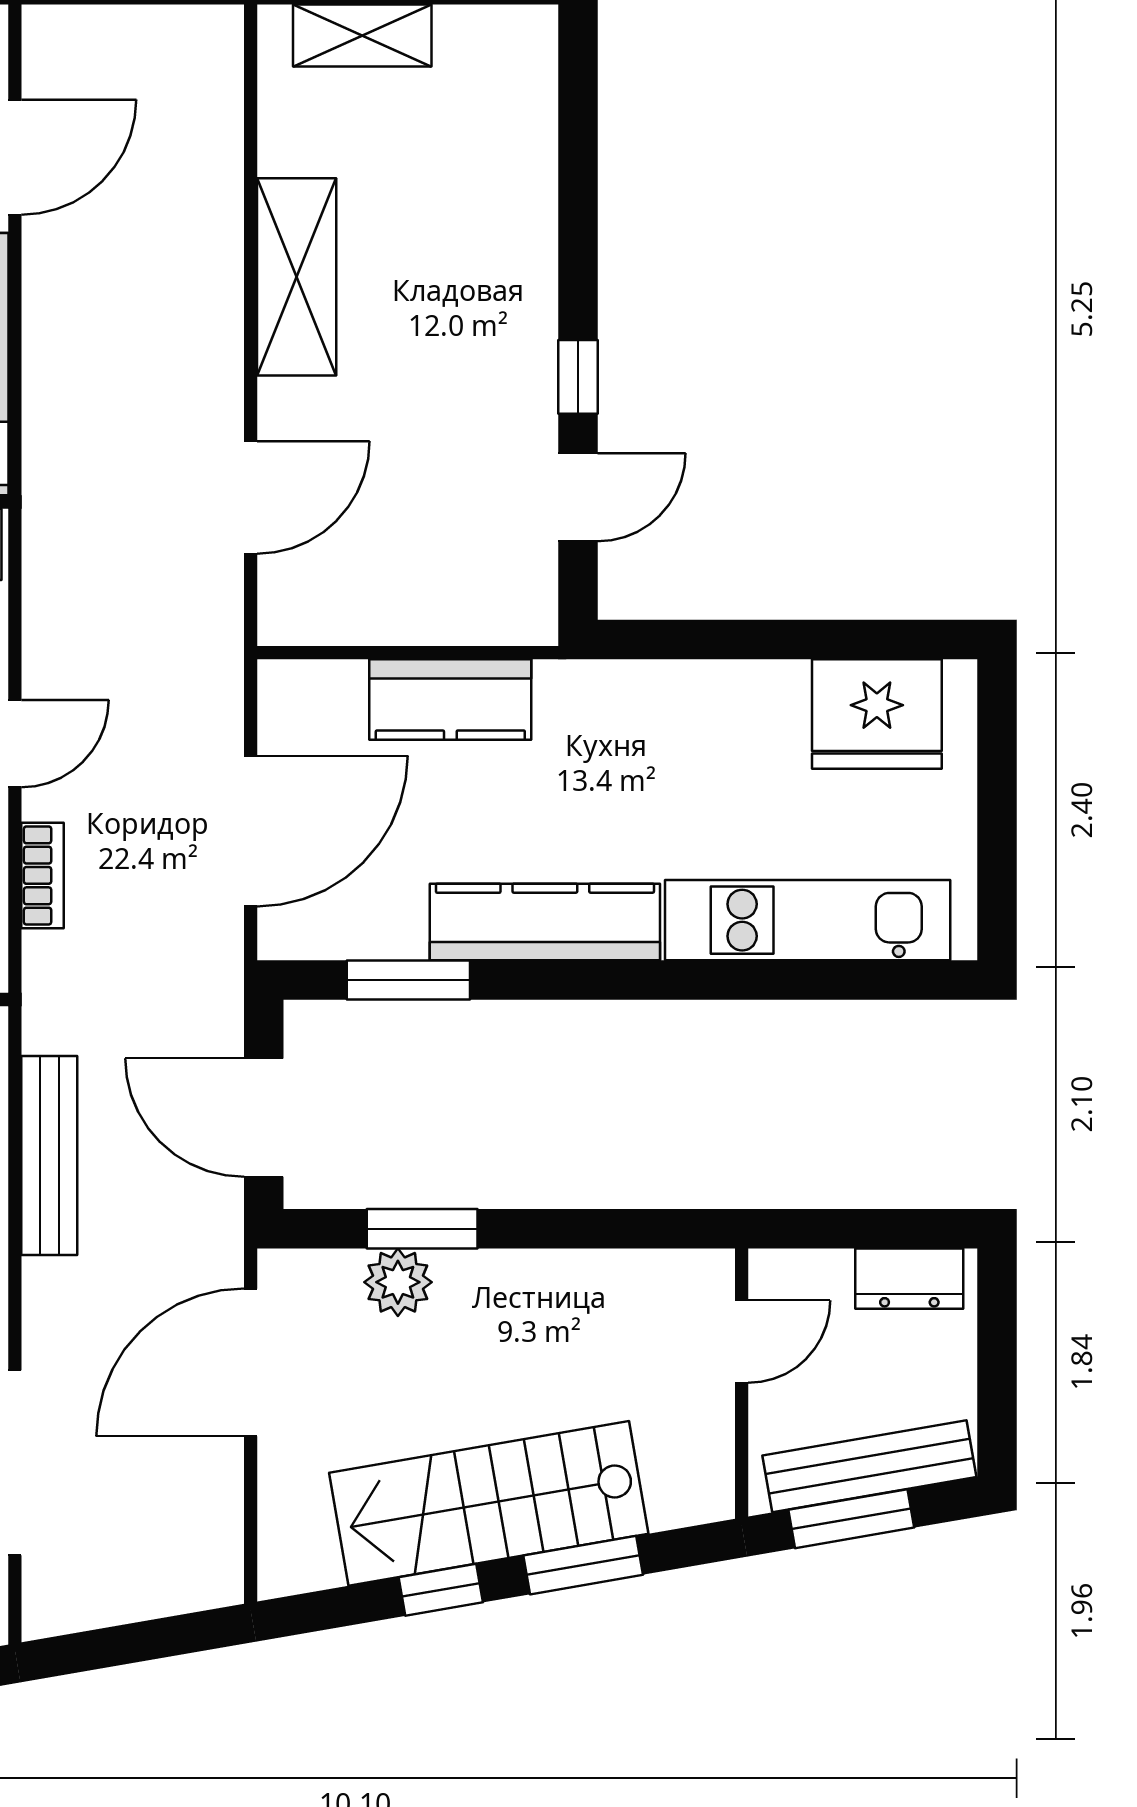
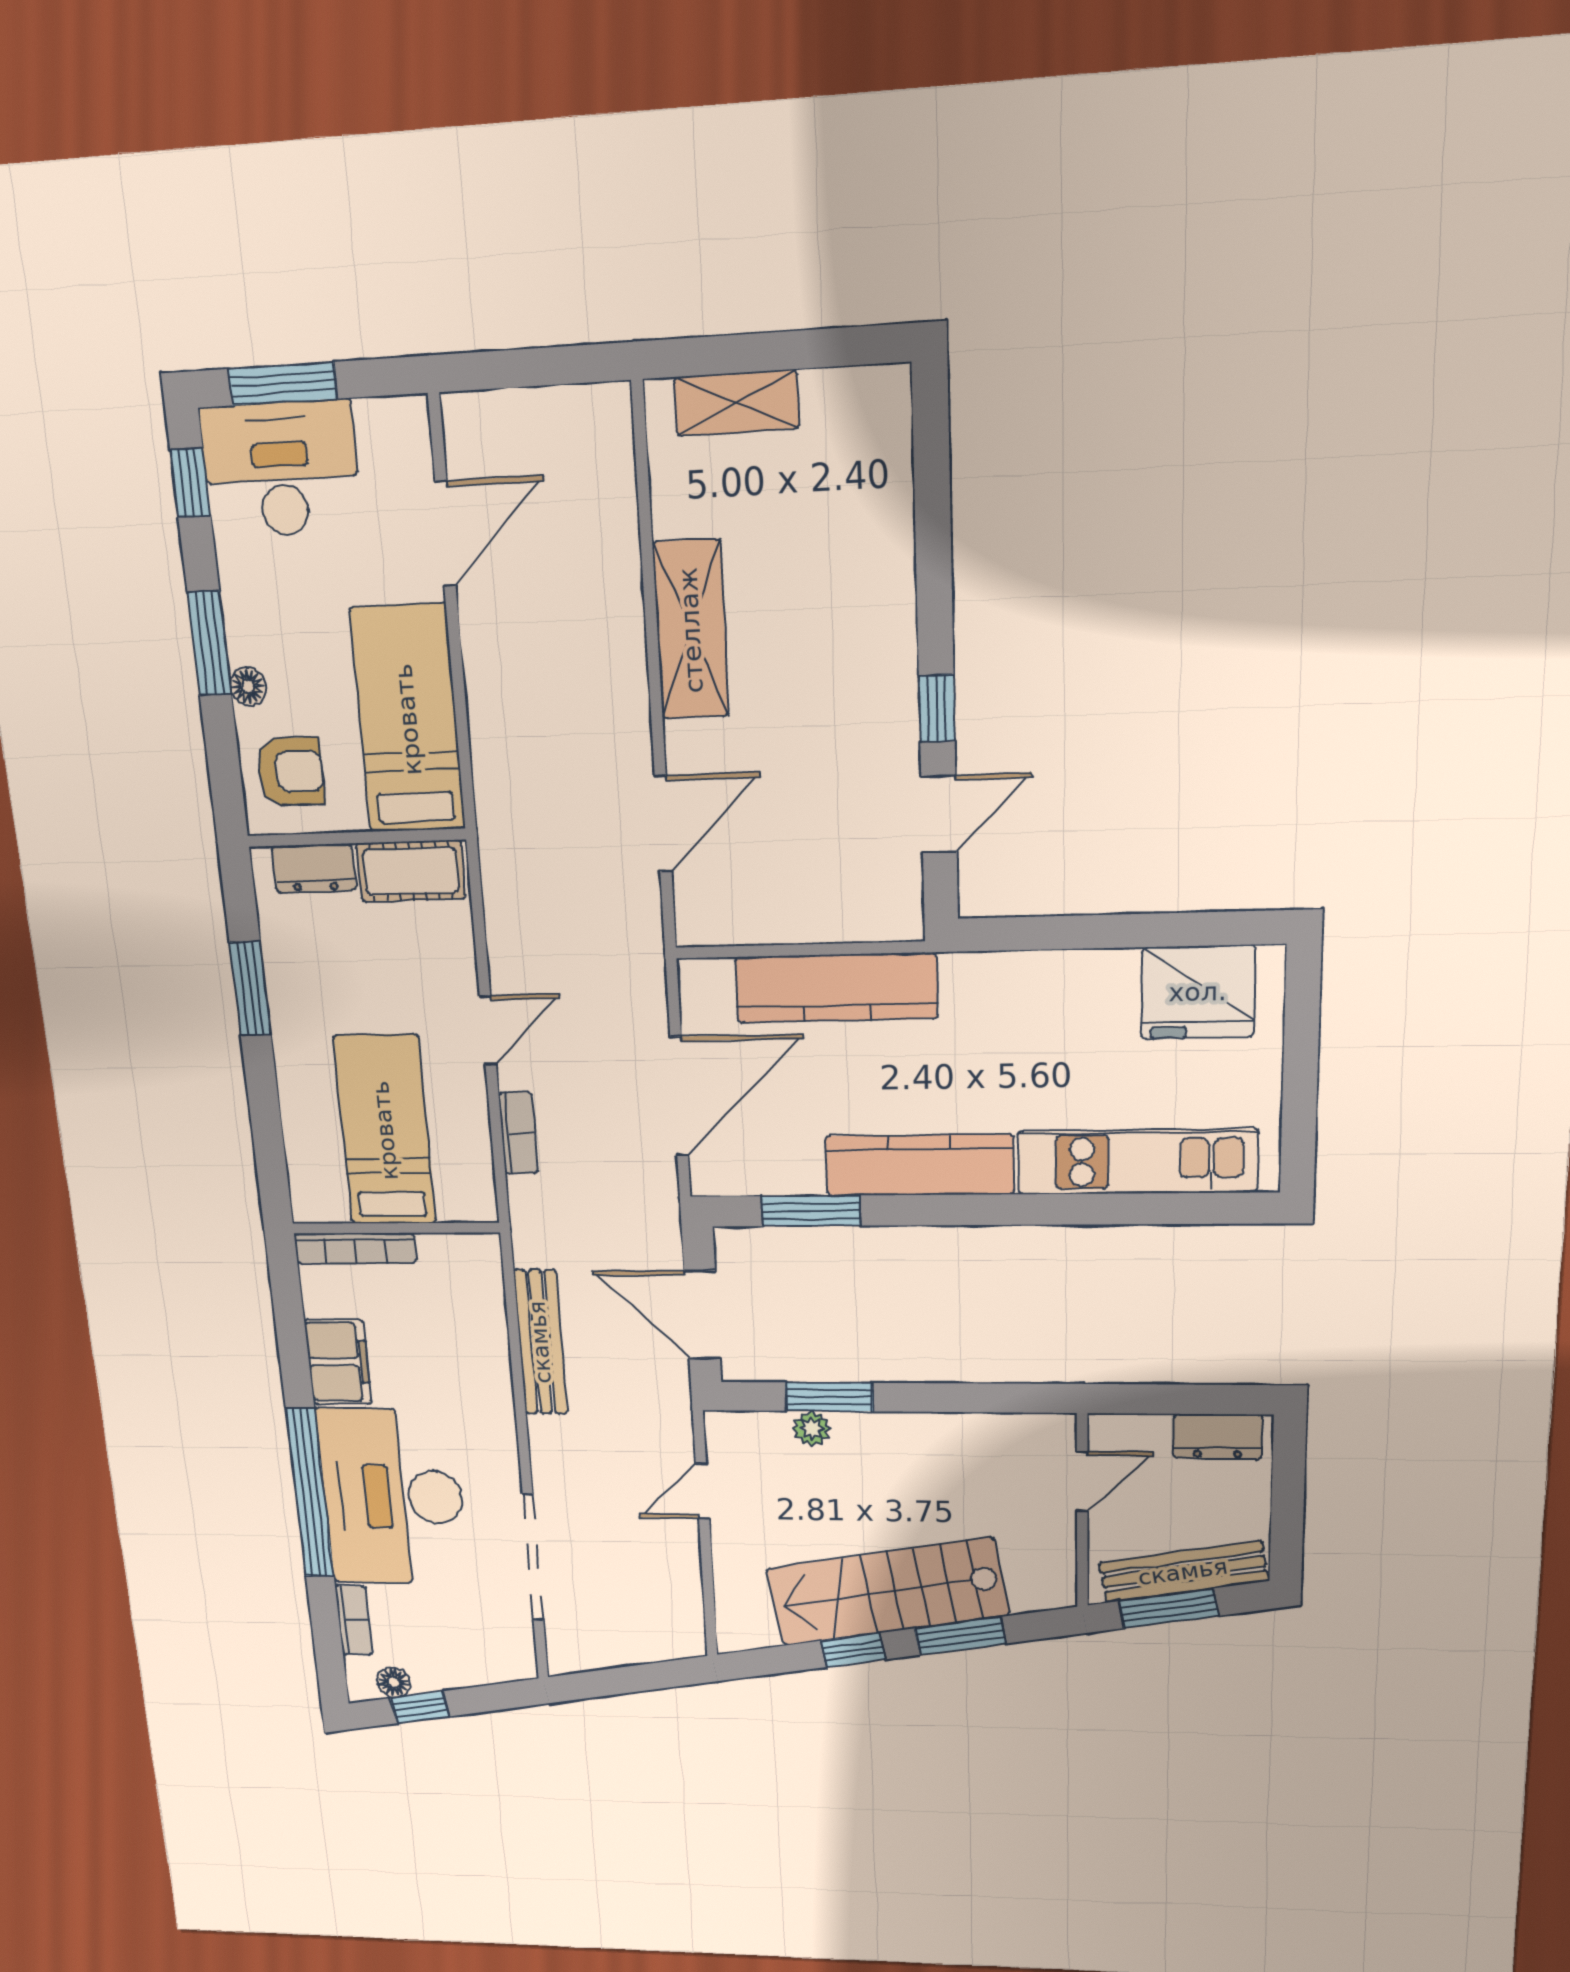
kitchen counter: (450, 700) -> (836, 988), width x1.50
plant: (398, 1282) -> (812, 1429), width x0.73, depth x0.73
door: (251, 1362) -> (702, 1491), width x0.53

